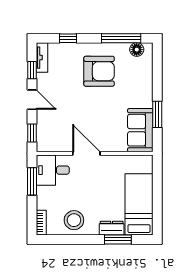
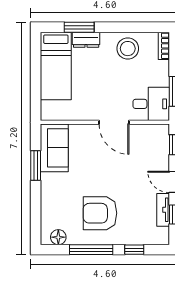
window: (121, 38) -> (91, 250), moved
tv unit: (42, 58) -> (163, 210), moved

